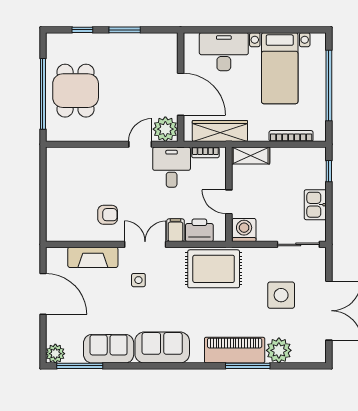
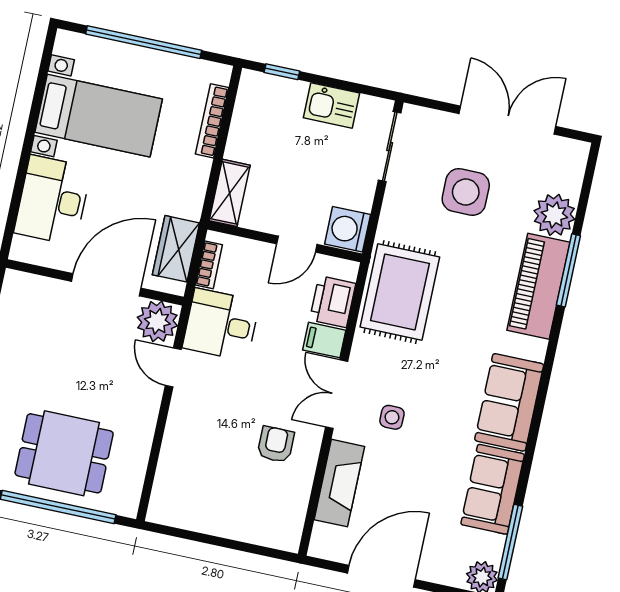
wardrobe: (220, 131) -> (176, 249), width x0.67

